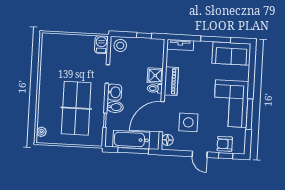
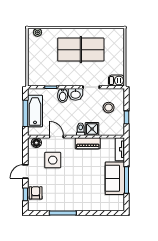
stool: (120, 45) -> (109, 108), moved
sofa: (231, 54) -> (115, 178), moved
corner sofa: (231, 104) -> (71, 196), removed
table tennis table: (76, 108) -> (81, 50), moved
door: (162, 117) -> (56, 137), width x0.53

